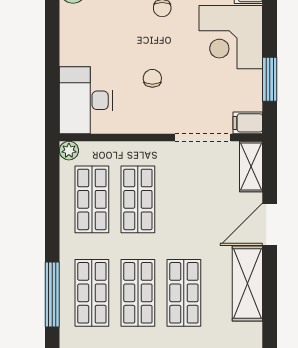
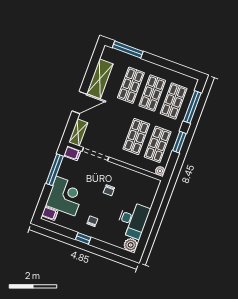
window: (270, 79) -> (55, 170), width x1.44
desk: (86, 100) -> (133, 220), moved
window: (52, 219) -> (179, 142), added

